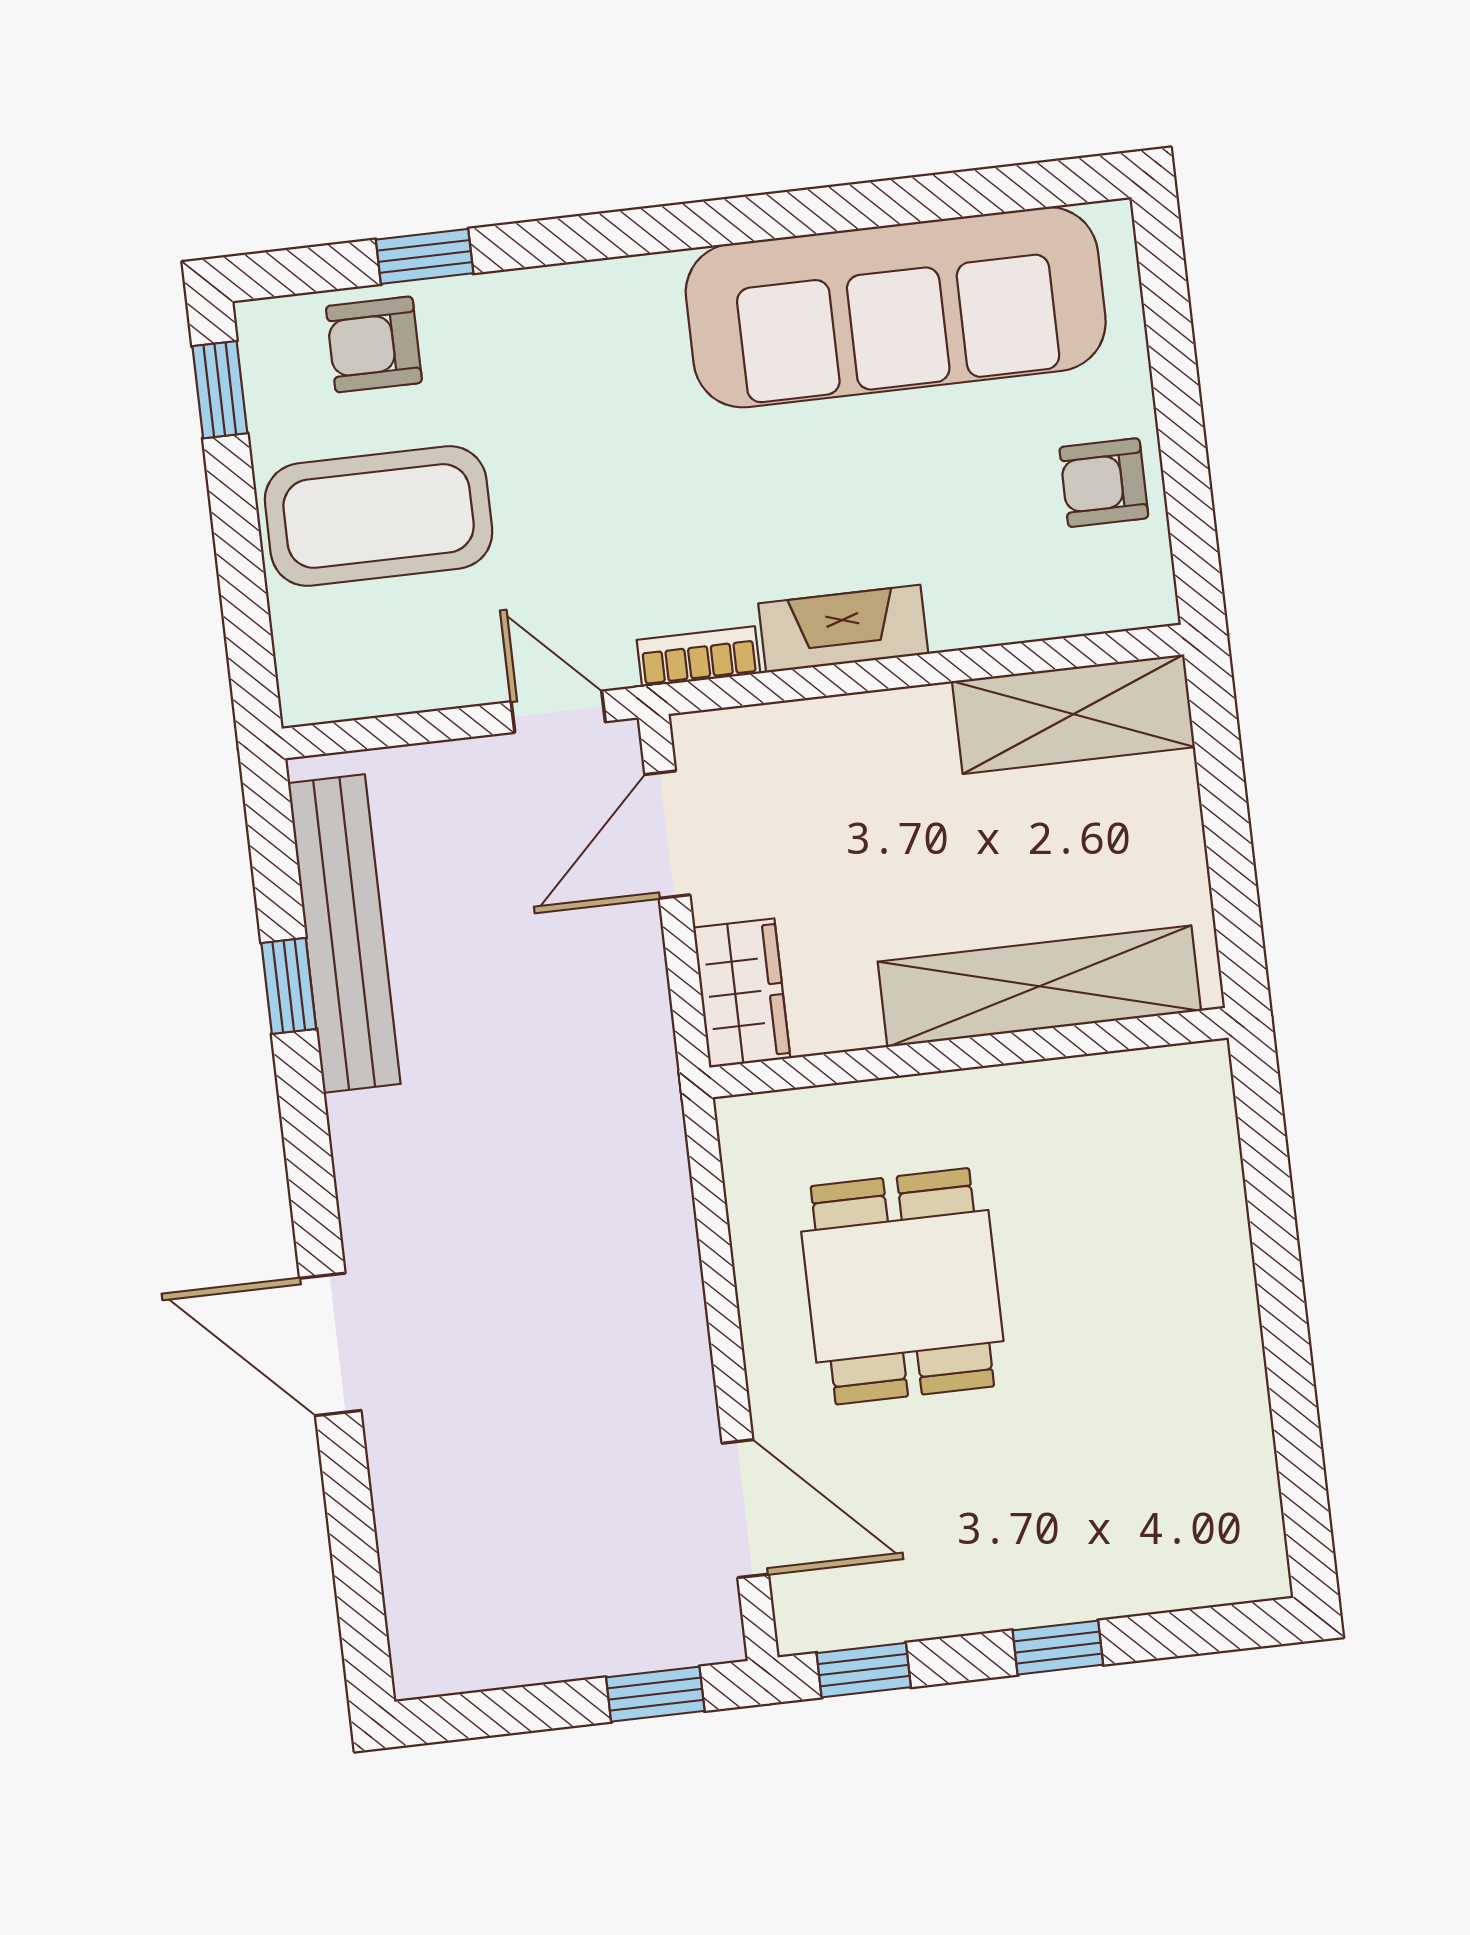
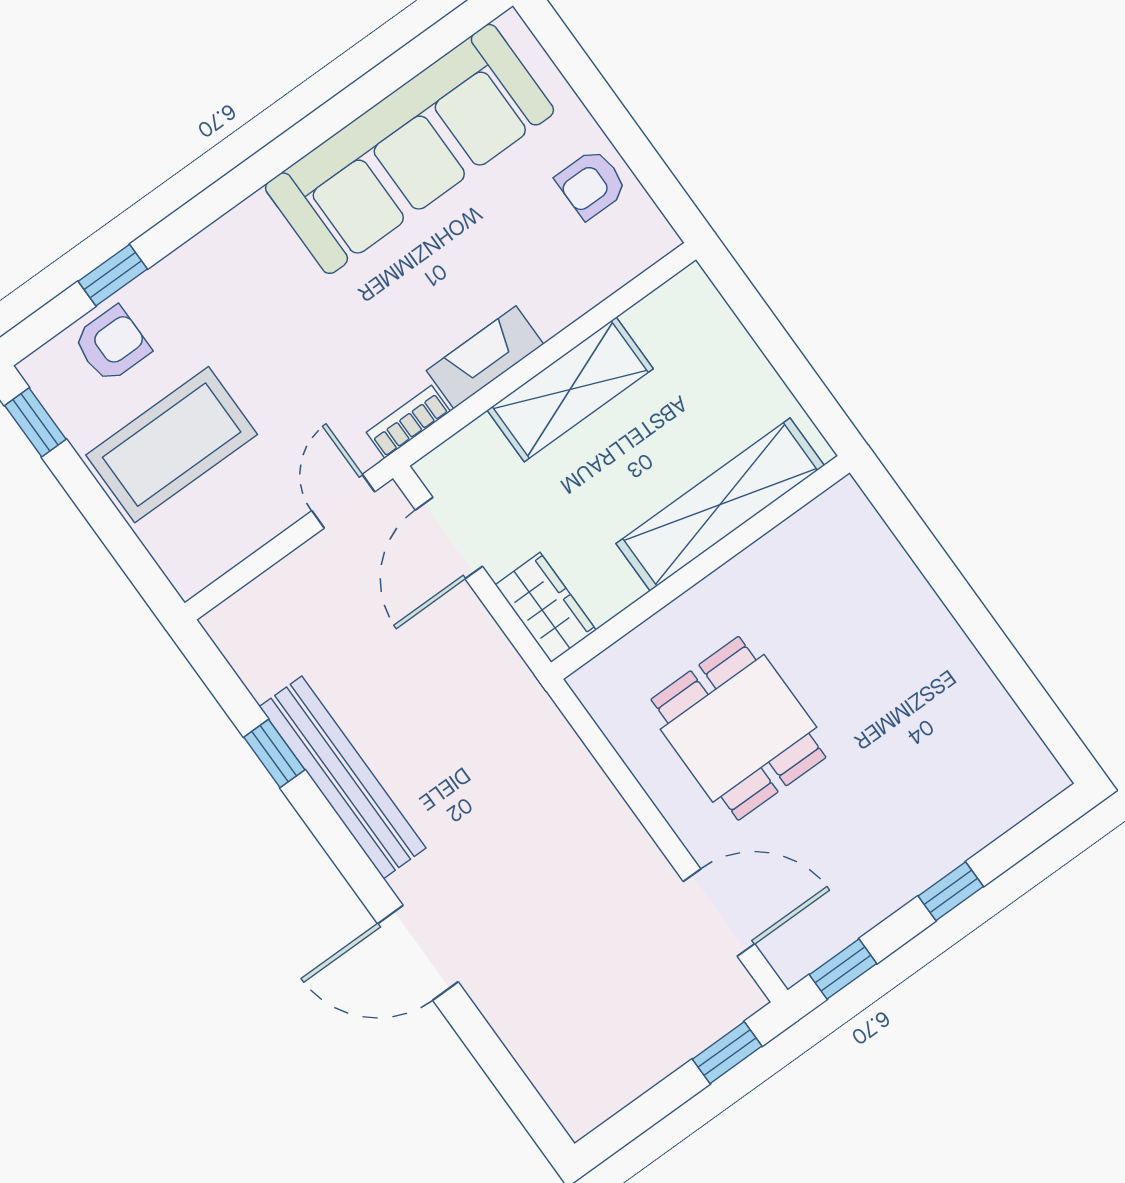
armchair: (374, 344) -> (112, 344), turned 180
door: (558, 712) -> (343, 501), hinge flipped
shelving: (1073, 714) -> (570, 389), moved
bench: (344, 934) -> (343, 777), moved

